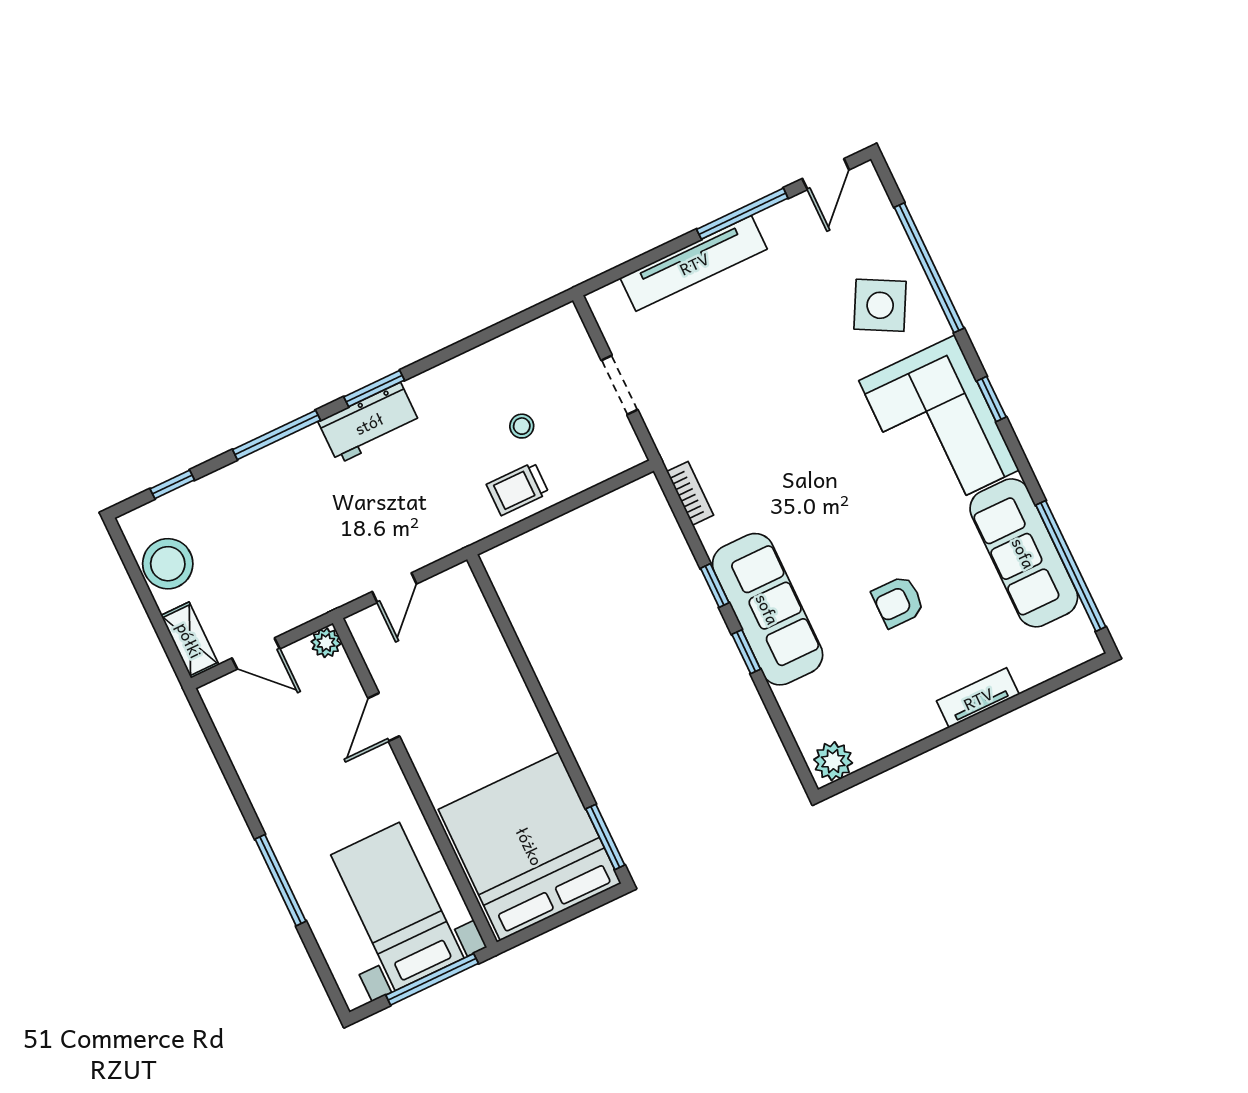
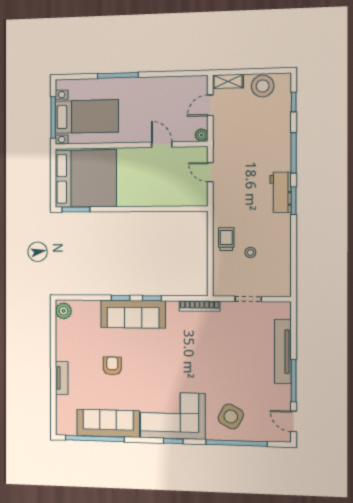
bookcase: (690, 493) -> (200, 306), width x1.56

